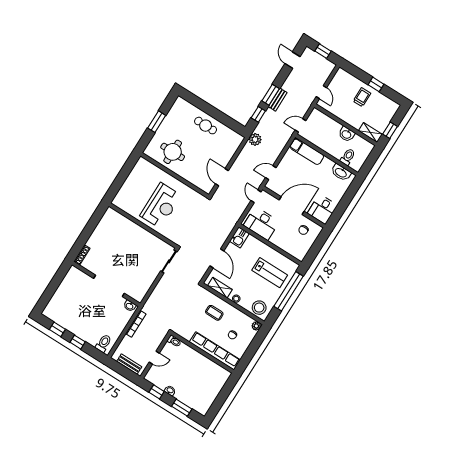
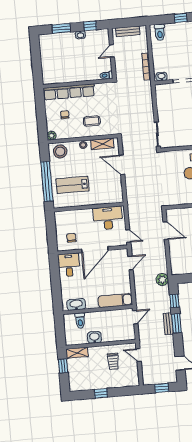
trolley: (362, 97) -> (113, 361), moved
kitchen sink: (239, 237) -> (117, 194), removed

